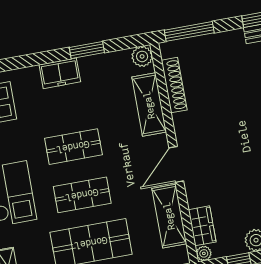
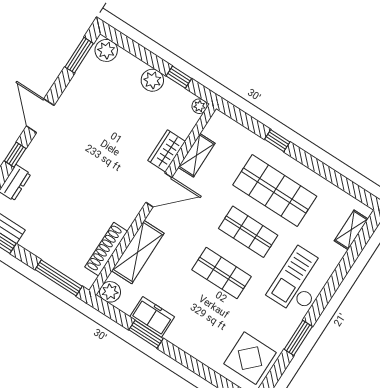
freezer: (60, 73) -> (152, 317), moved
shelving: (169, 216) -> (197, 155), width x0.67, depth x0.75
wardrobe: (202, 226) -> (167, 151), moved

